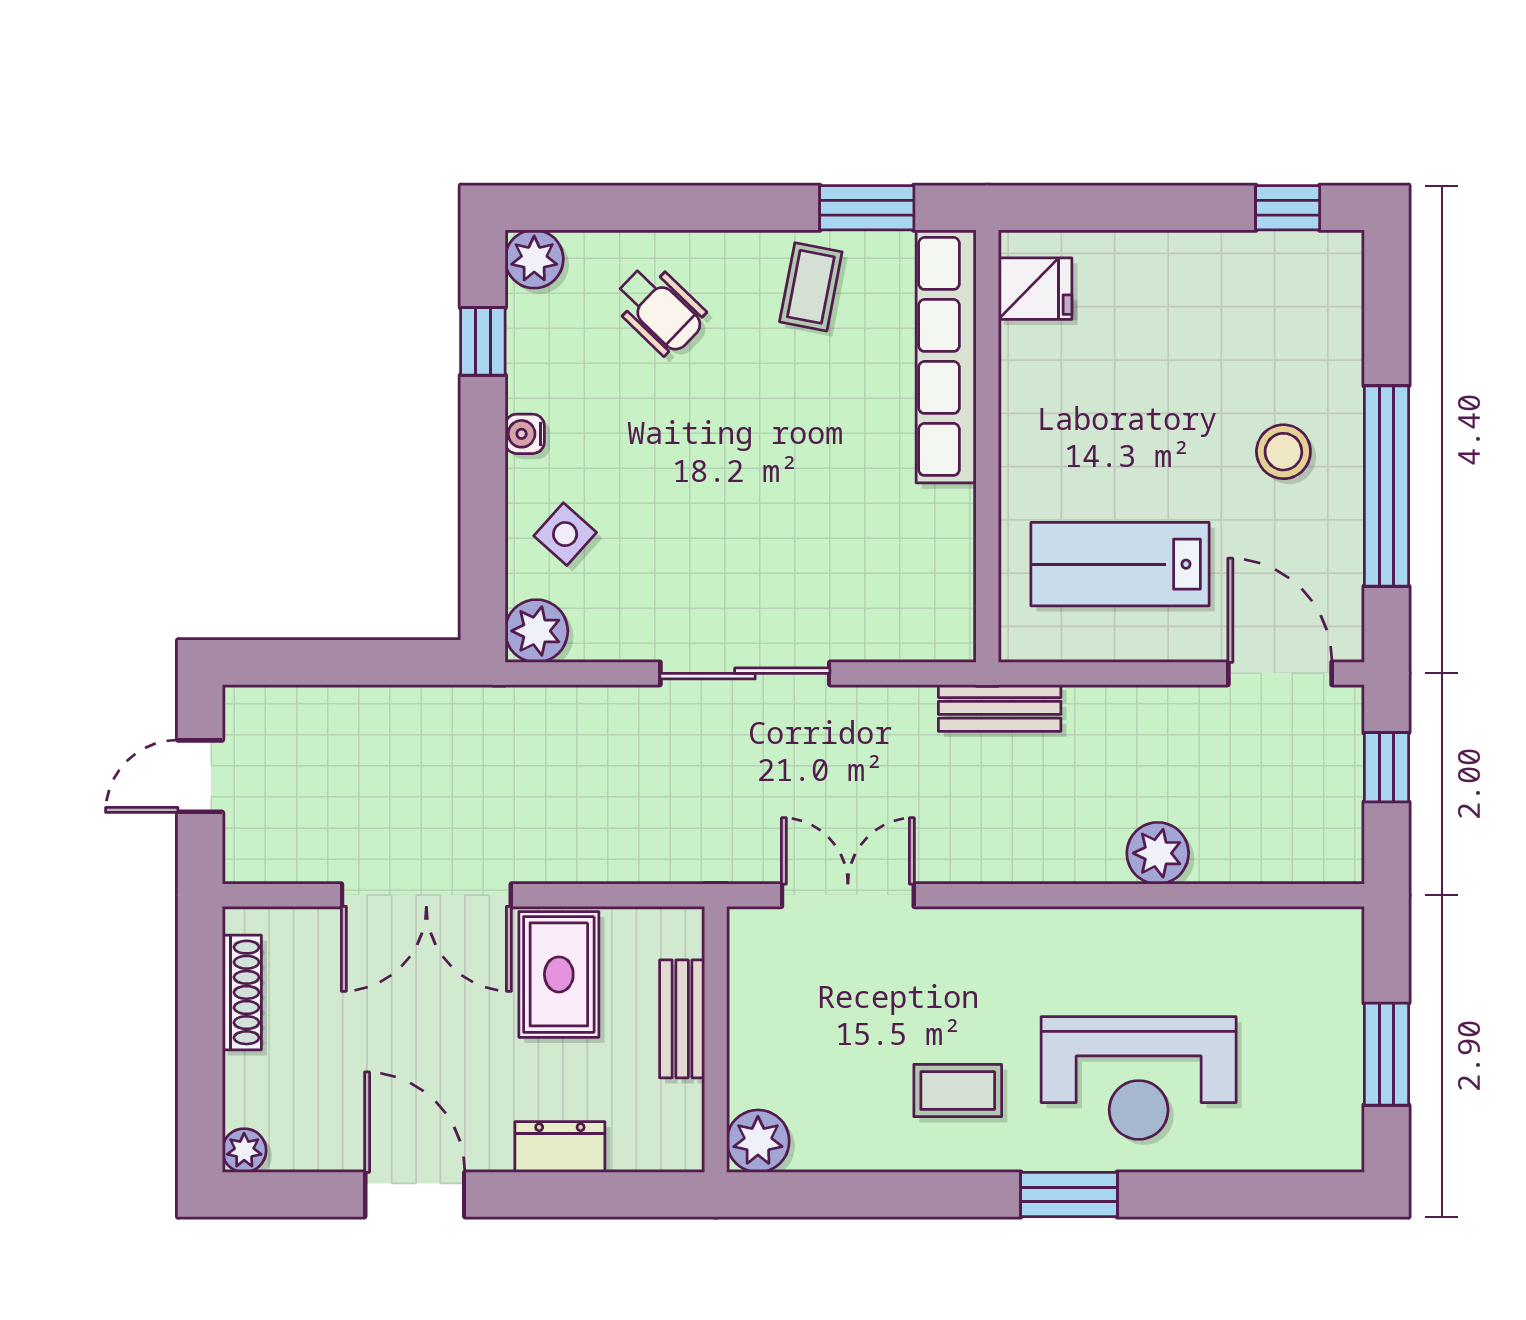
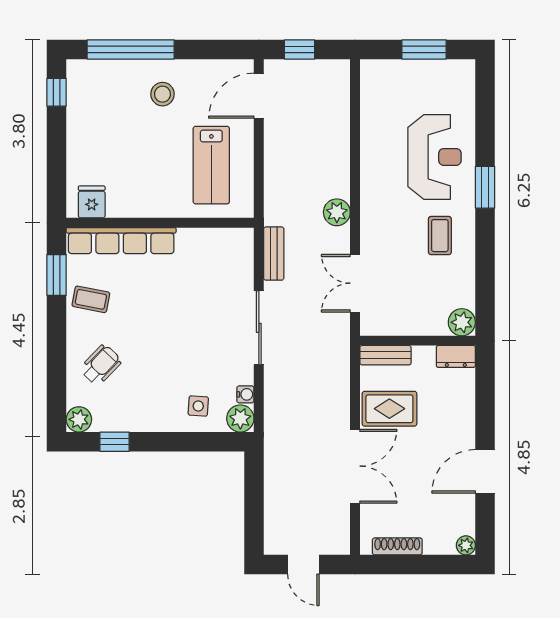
water cooler: (525, 434) -> (245, 394), moved, turned -90
window: (1386, 486) -> (131, 49), moved
side table: (565, 534) -> (198, 406), turned -38
bench: (1000, 708) -> (274, 254), moved
plant: (1158, 853) -> (337, 212), moved
bench: (682, 1019) -> (385, 355), moved
dresser: (560, 1147) -> (456, 356), moved, turned -90

